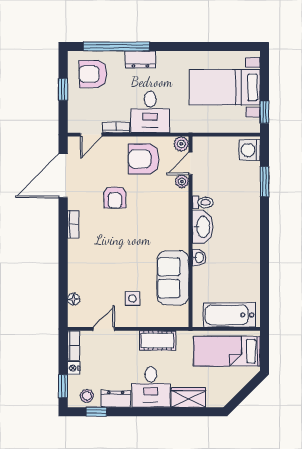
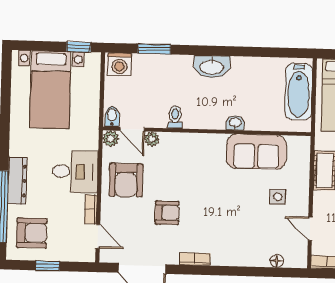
dresser: (140, 59) -> (17, 181), width x1.44
armchair: (93, 74) -> (32, 233), turned -90
bidet: (202, 145) -> (112, 116), added
washbasin: (203, 227) -> (212, 67), moved, turned 180

